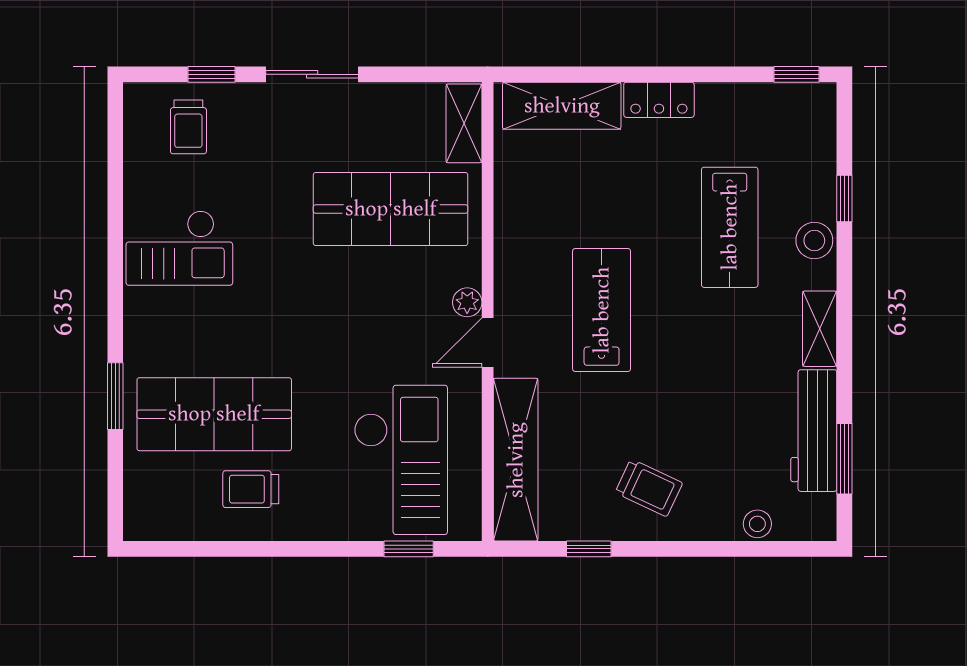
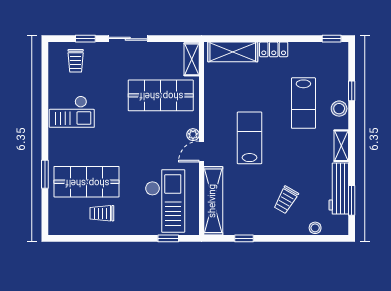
trolley: (649, 488) -> (286, 200), moved, turned 95

